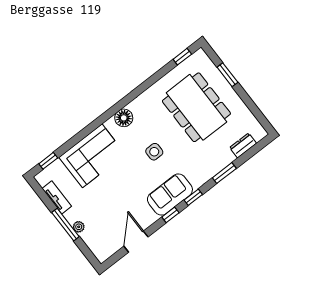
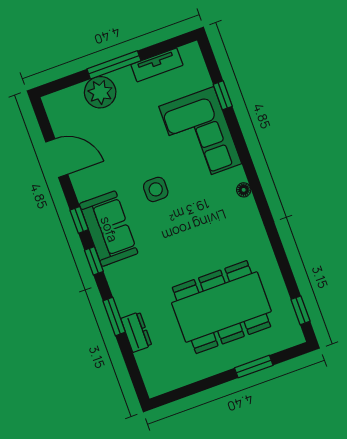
floor lamp: (124, 118) -> (244, 190), width x0.53, depth x0.53
dresser: (243, 145) -> (136, 332), moved
side table: (154, 152) -> (156, 189), moved
window: (48, 161) -> (223, 95), moved
plant: (79, 227) -> (100, 92), width x1.88, depth x1.88

